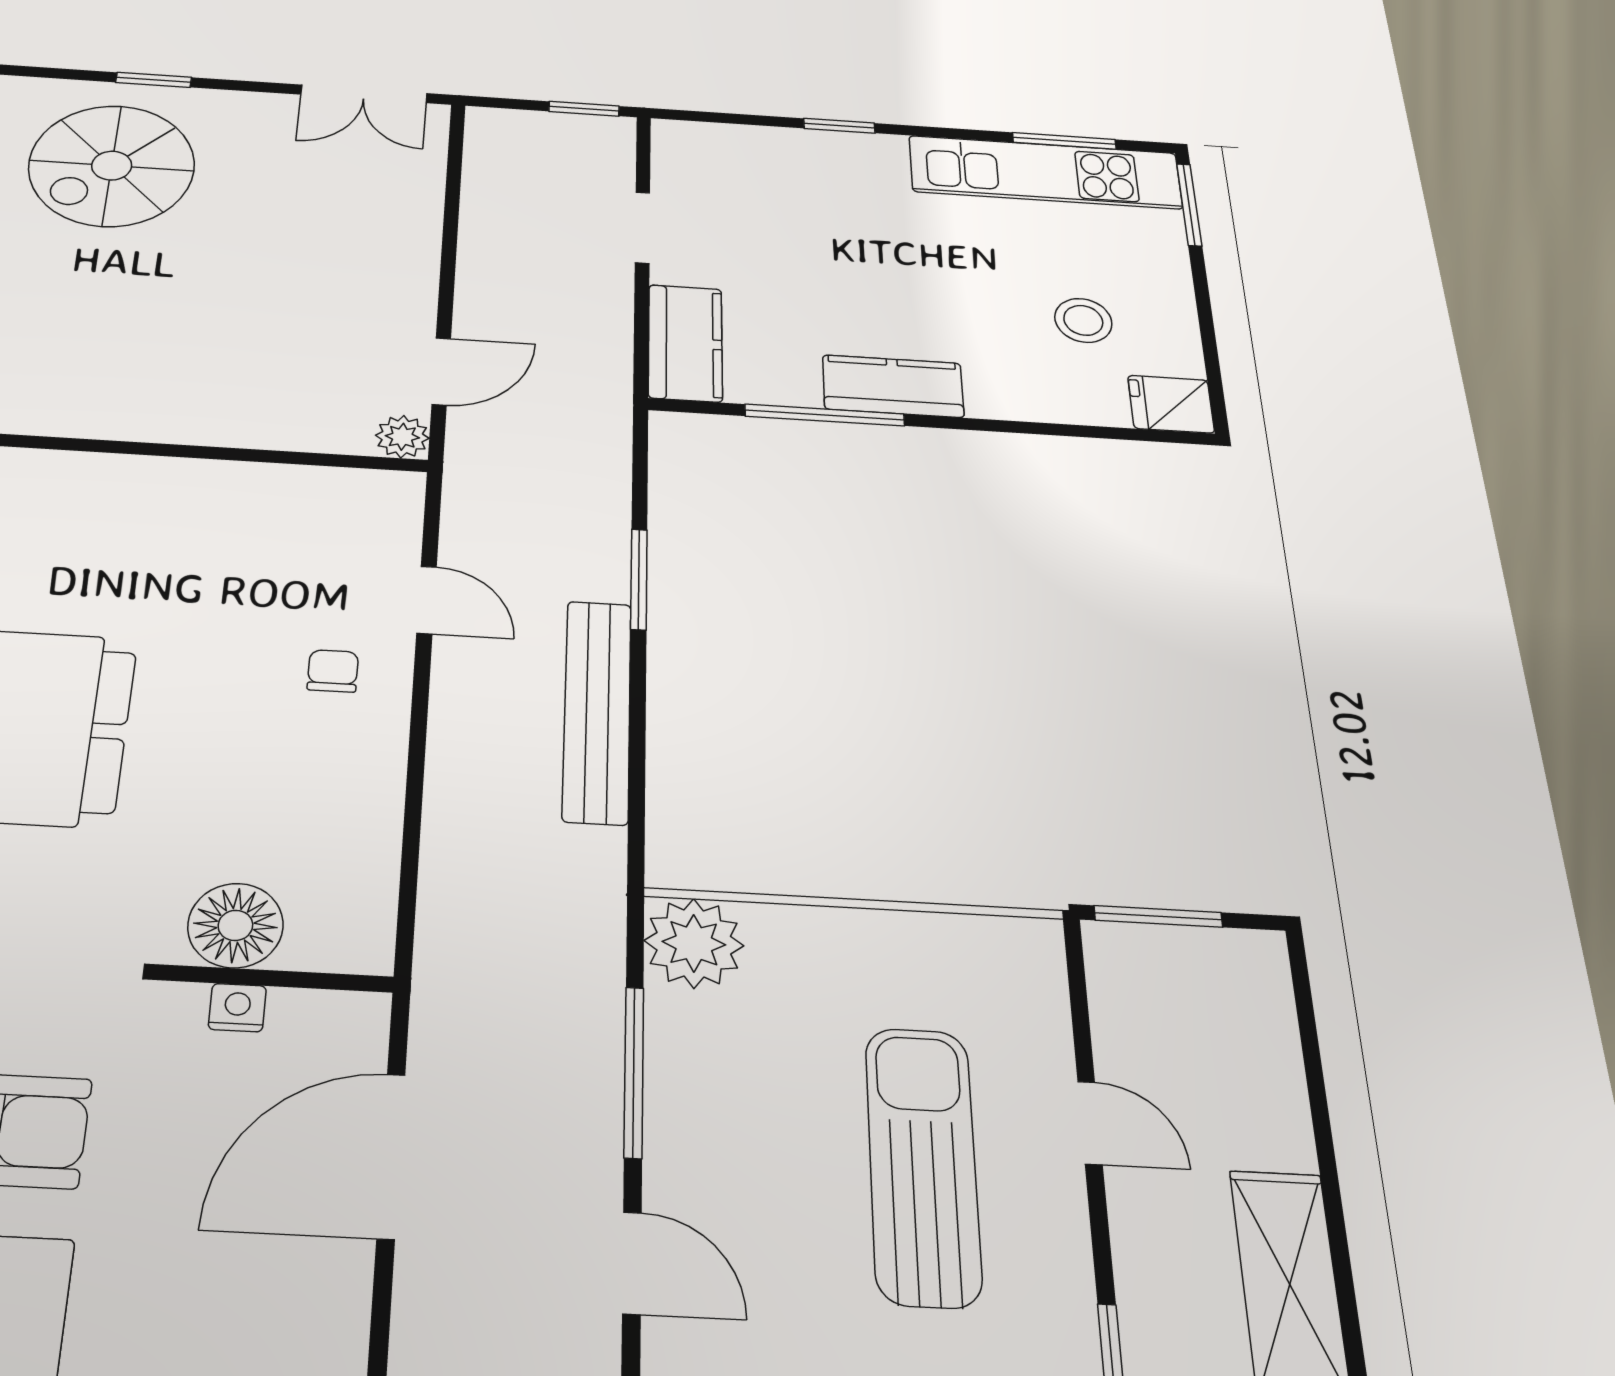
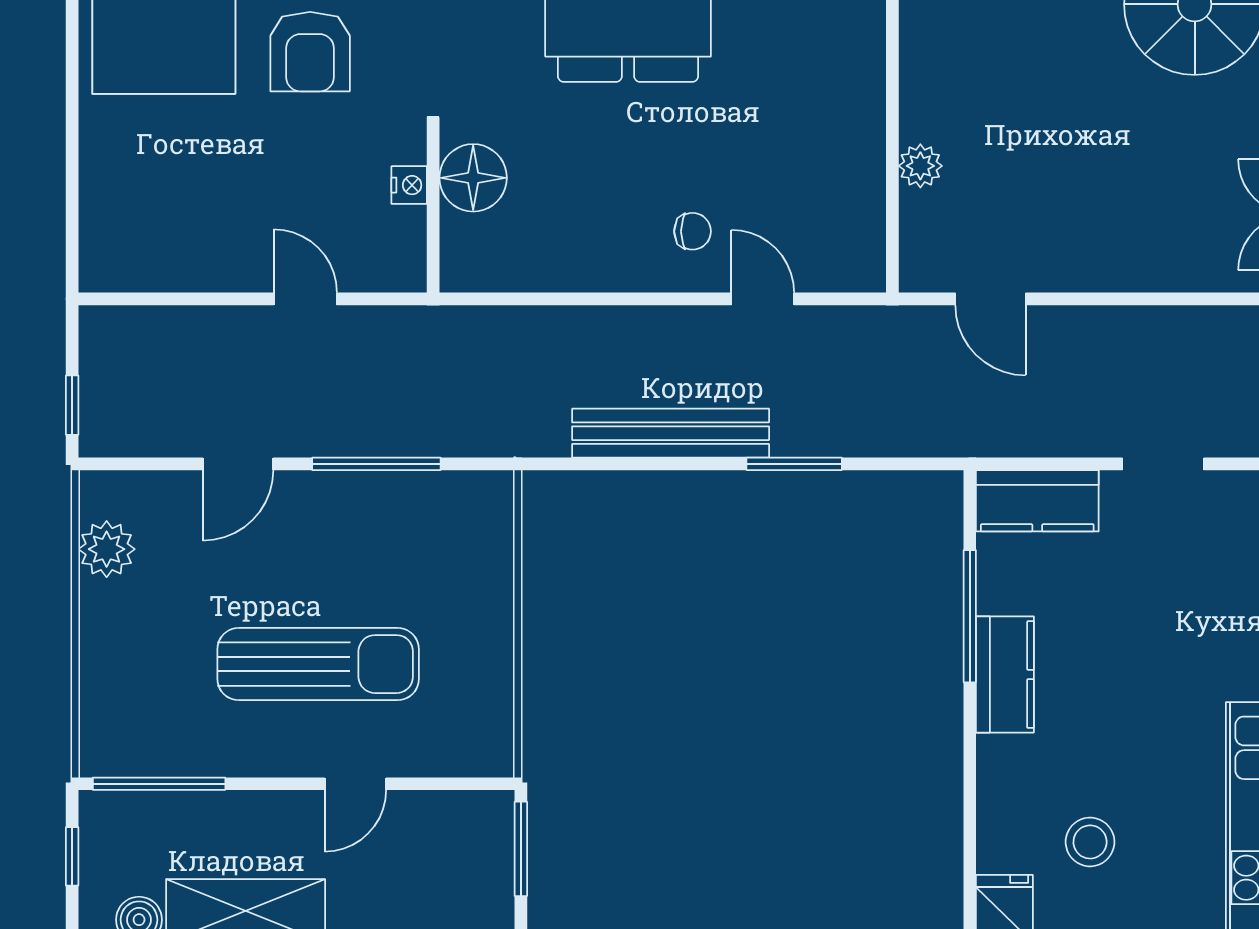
plant: (402, 437) -> (920, 166), moved
door: (427, 600) -> (763, 299), swing flipped
plant: (694, 943) -> (479, 506), removed
door: (391, 1156) -> (305, 299), width x0.53

